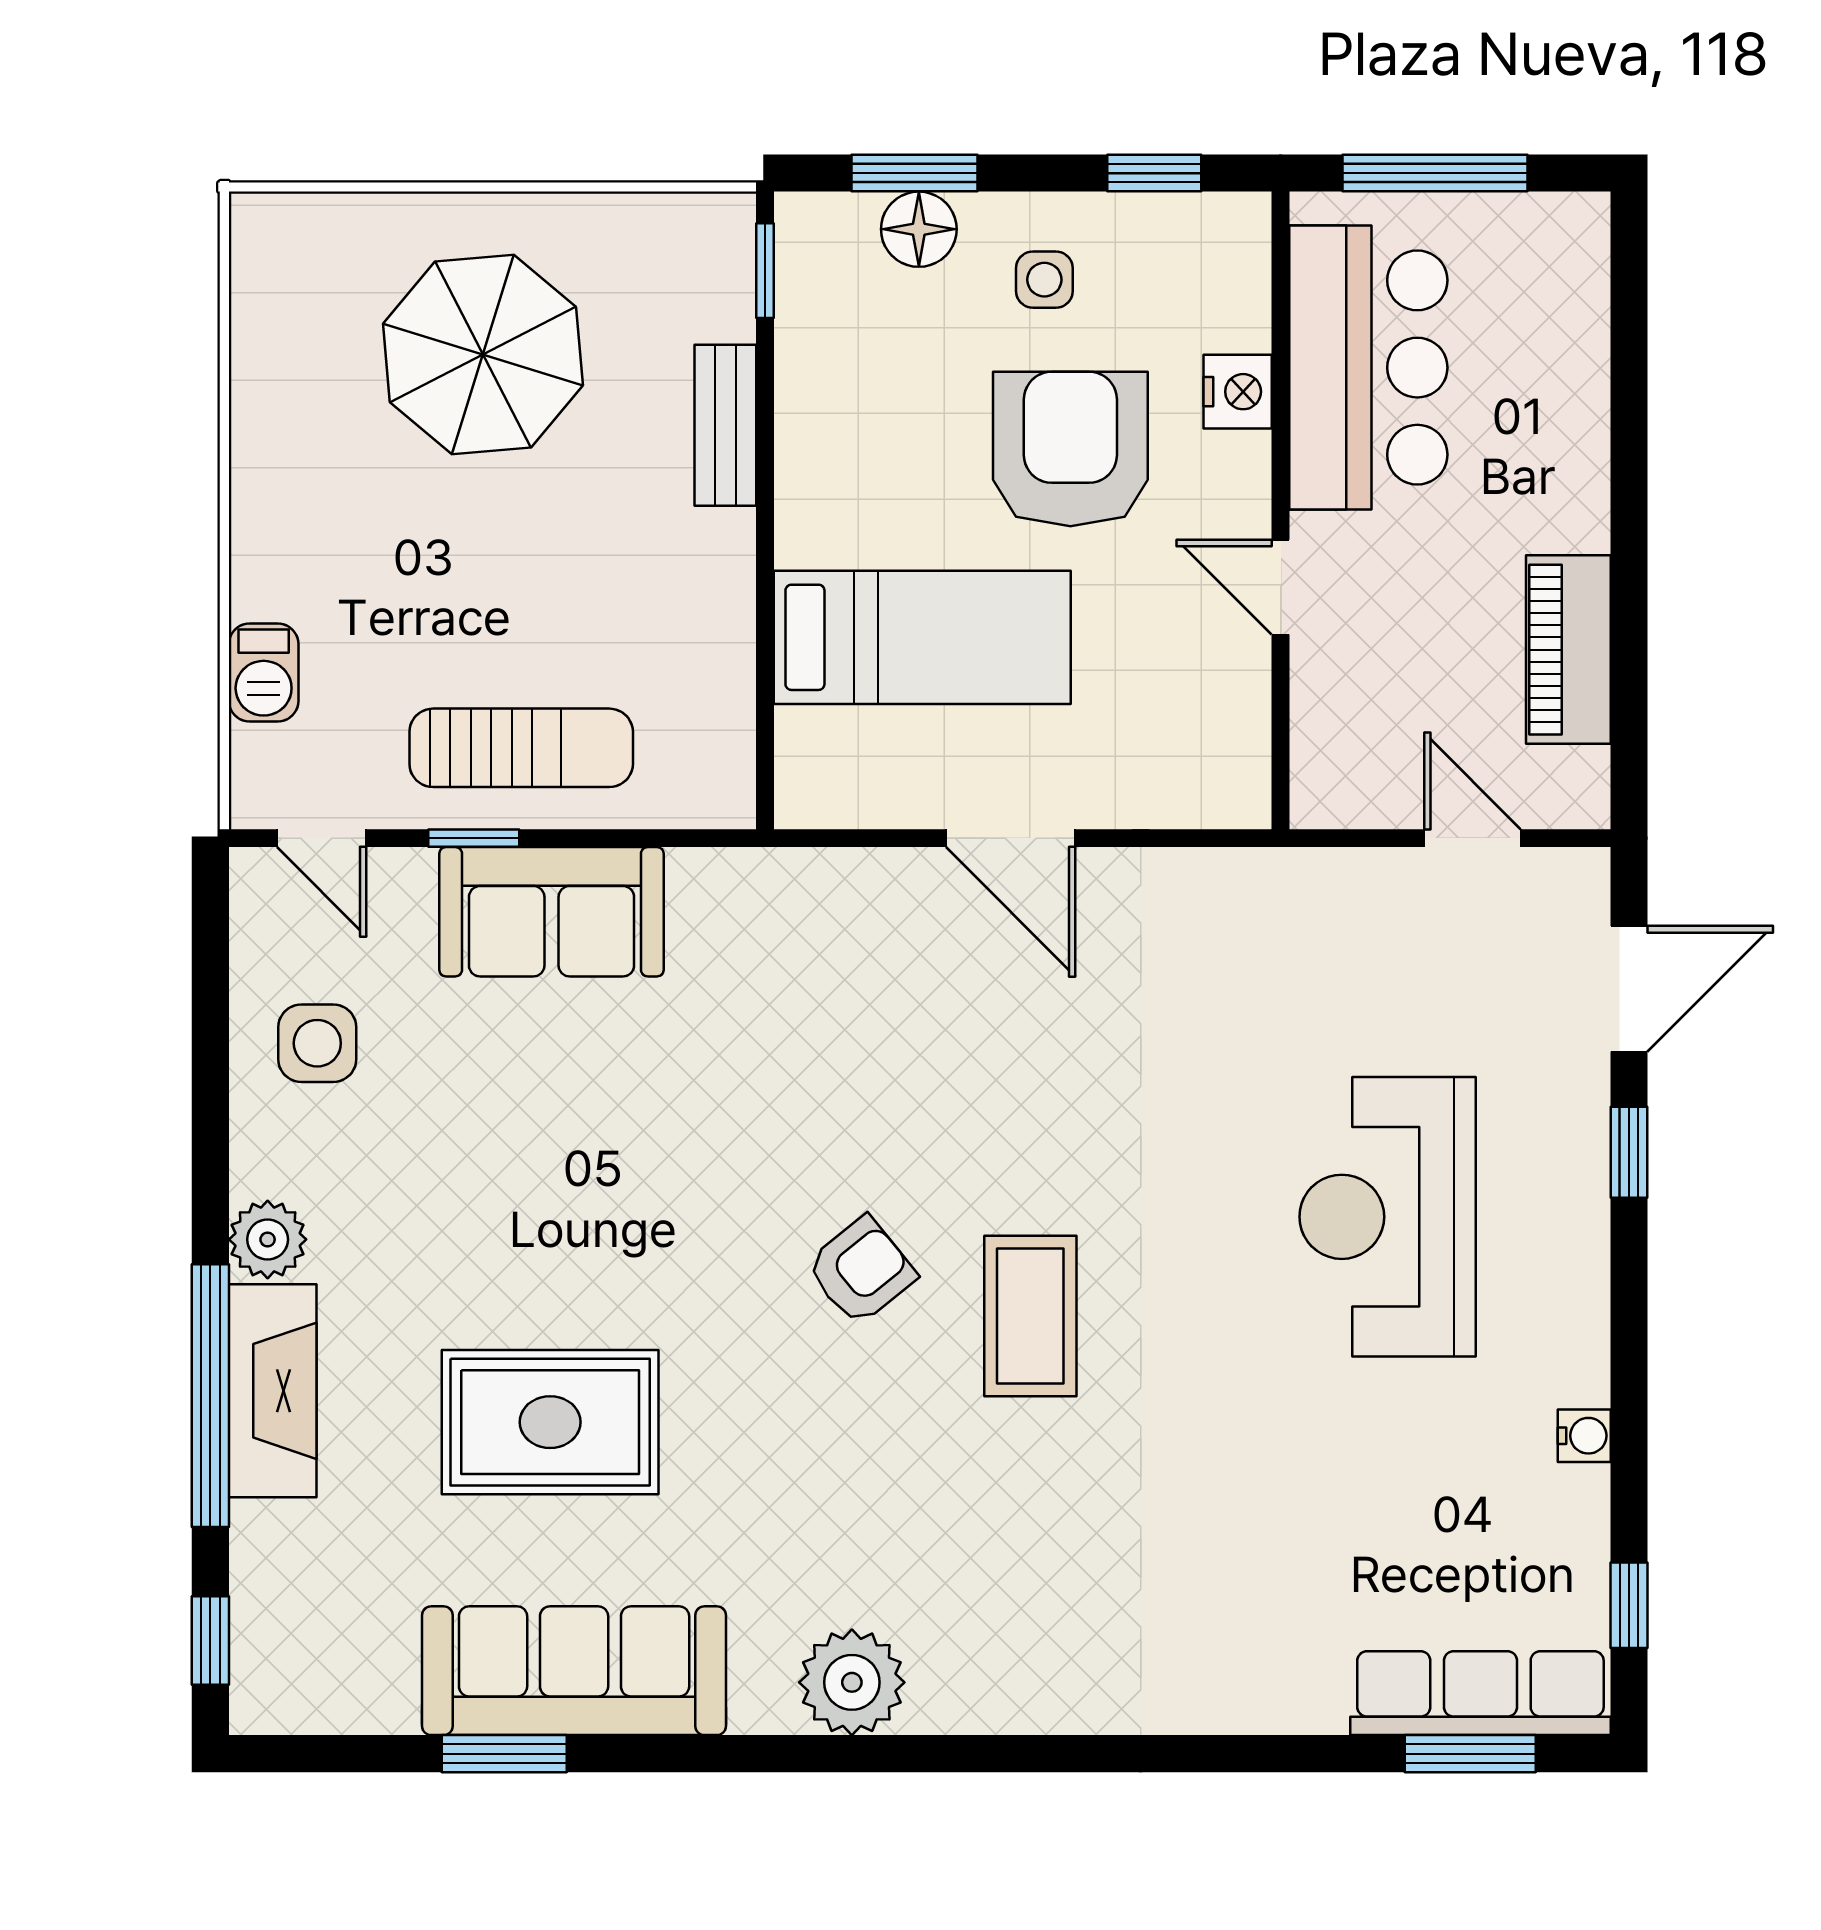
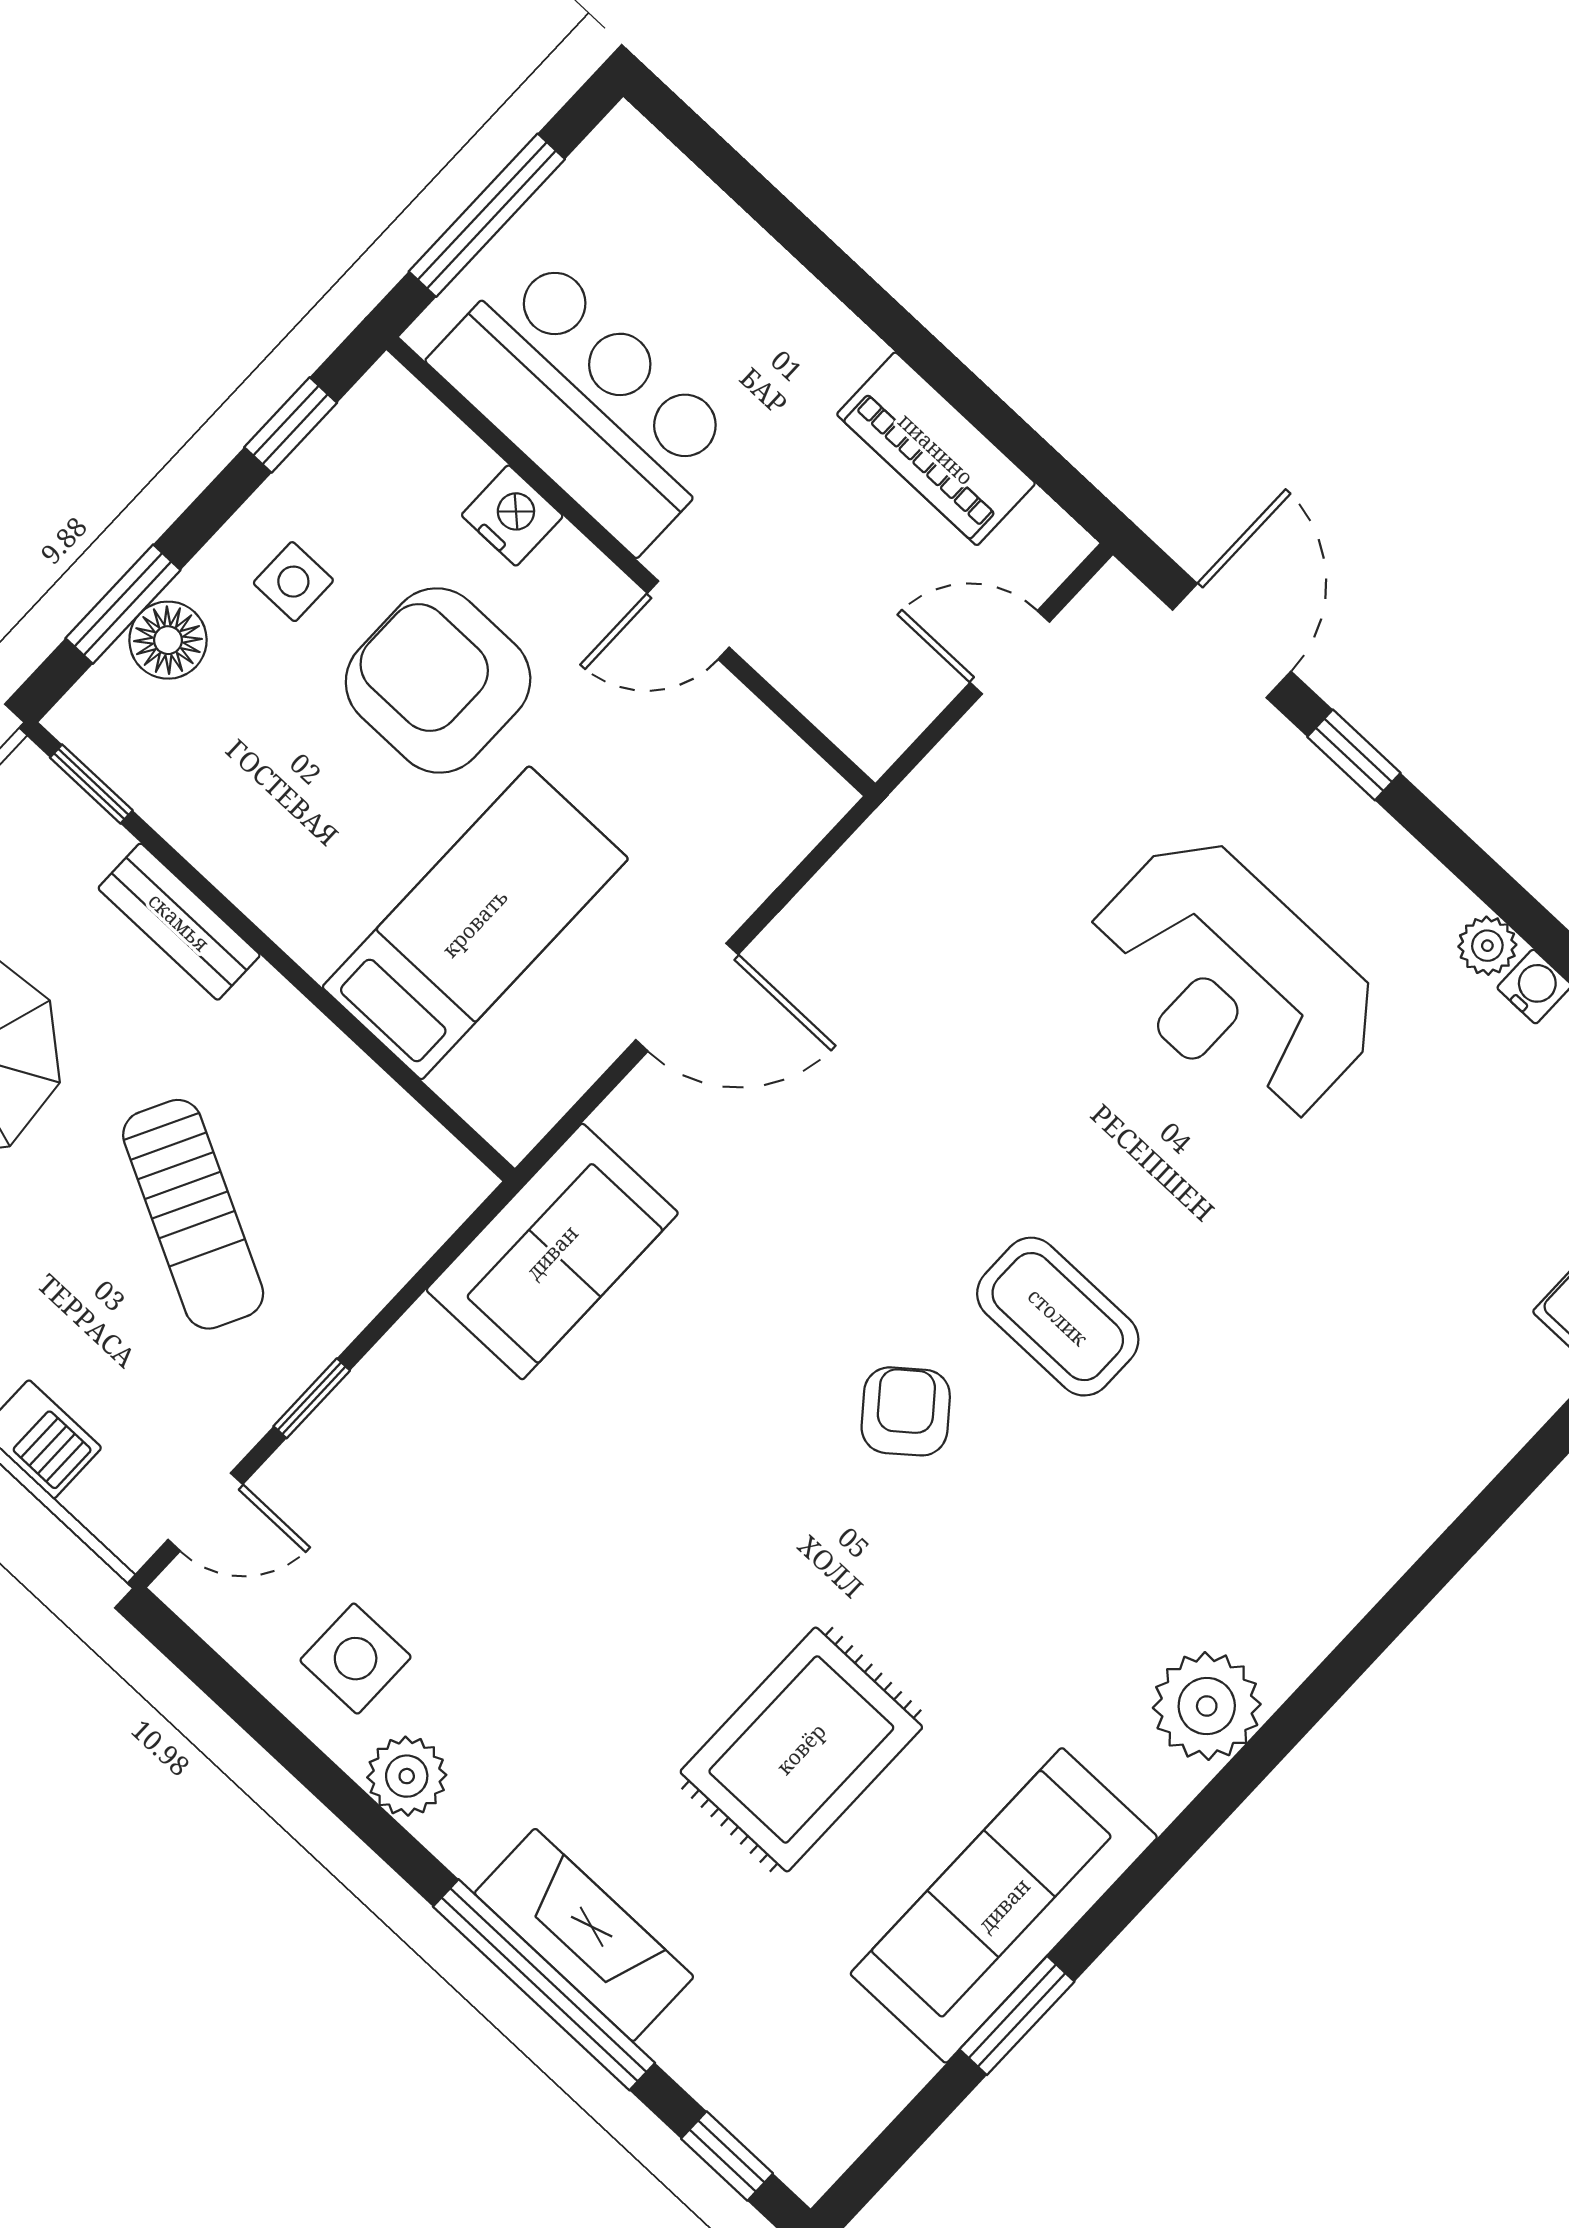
sun lounger: (521, 748) -> (193, 1214), moved, turned 117
sofa: (552, 912) -> (552, 1252), moved
plant: (268, 1239) -> (407, 1776), moved
plant: (1582, 1375) -> (1487, 946), added

